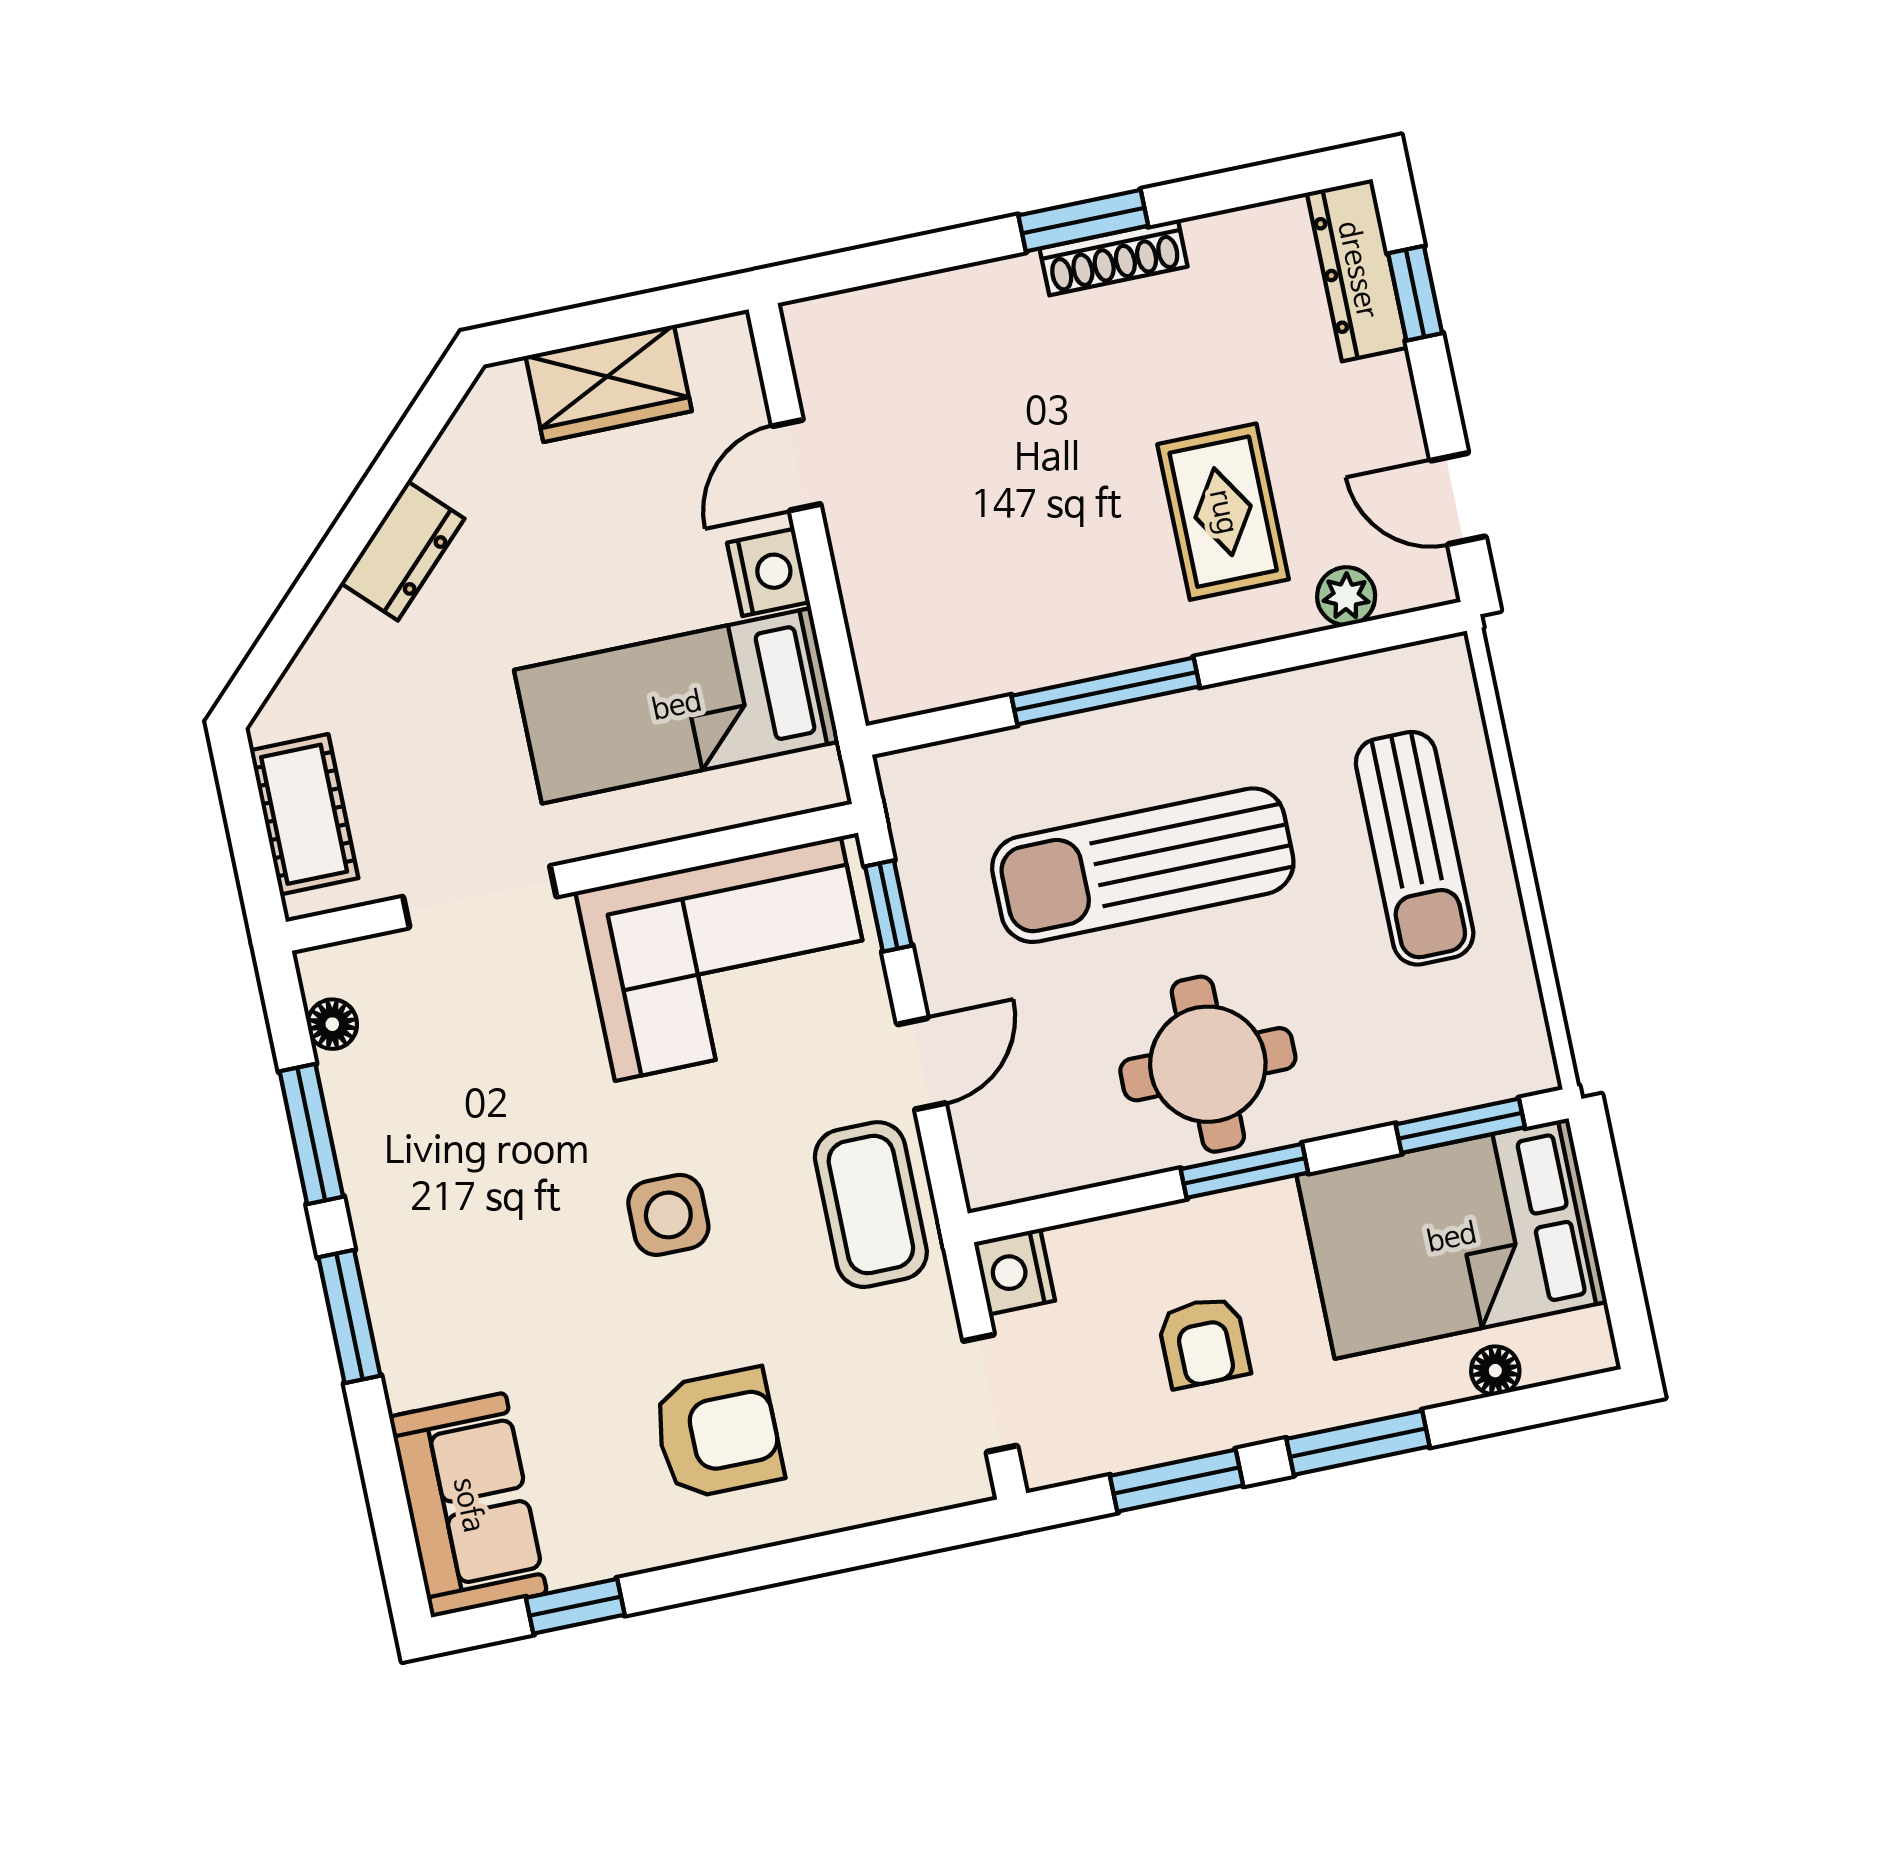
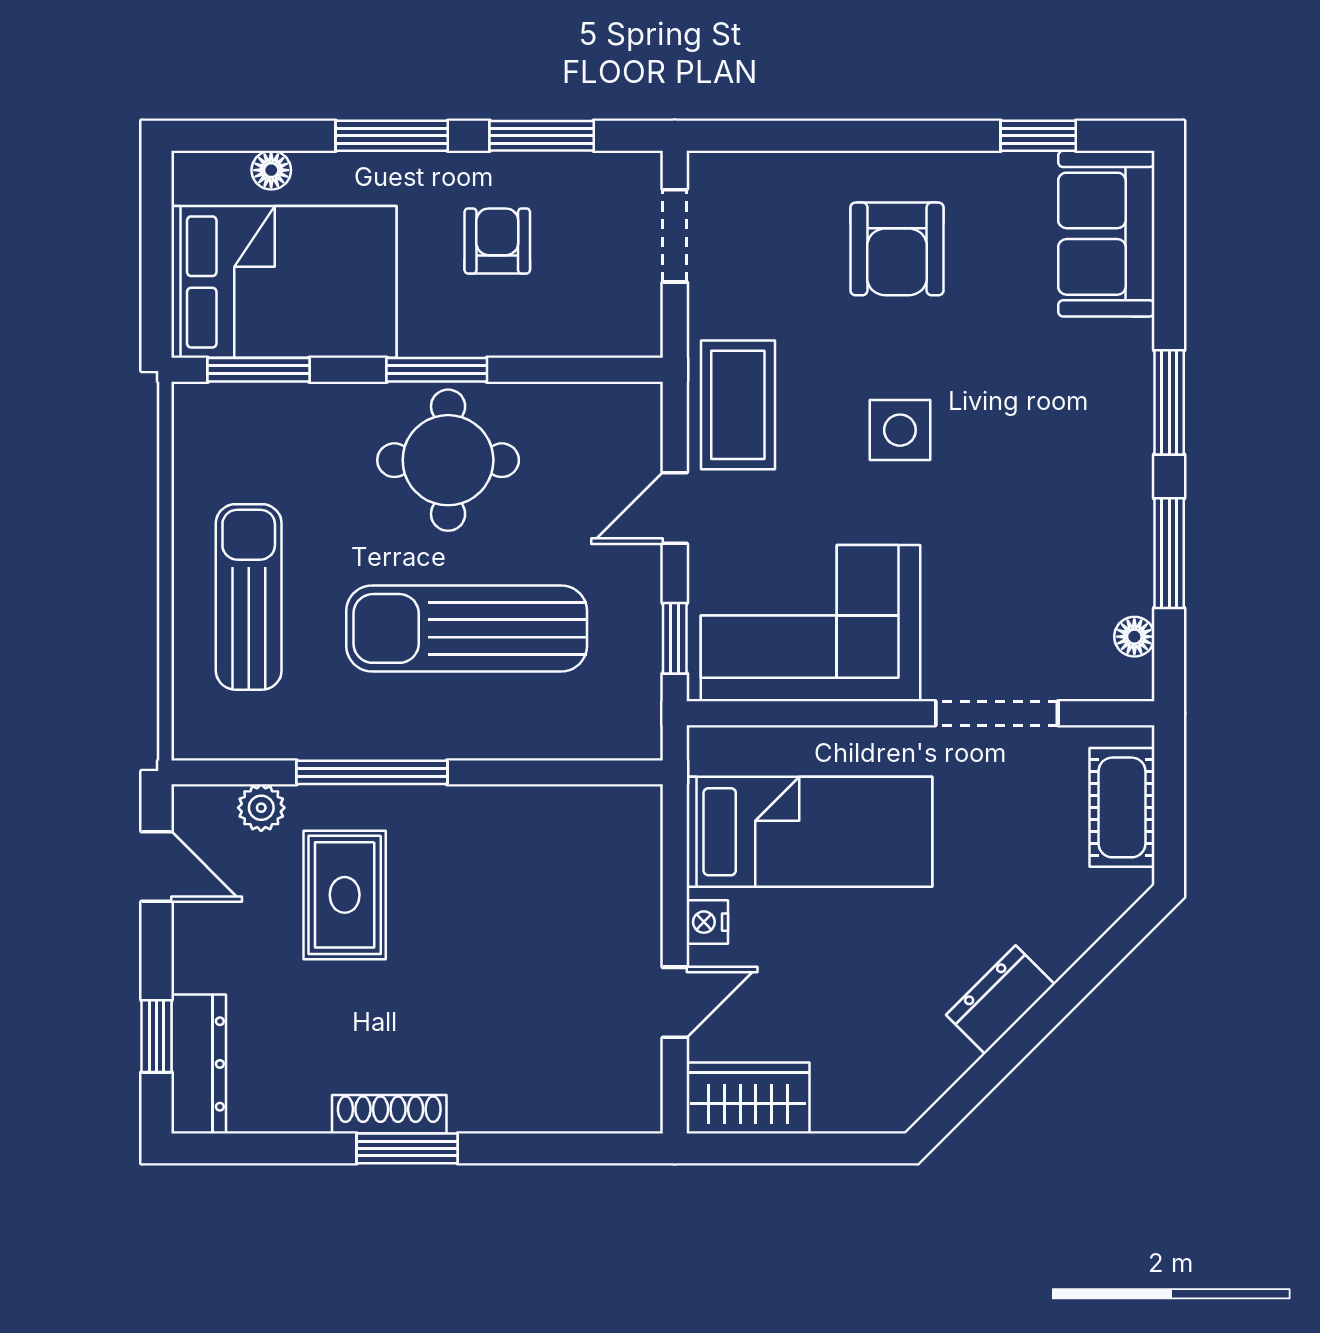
wardrobe: (609, 383) -> (748, 1098), moved
nightstand: (768, 572) -> (707, 922), width x0.72, depth x0.74
window: (1105, 691) -> (372, 772), moved
sun lounger: (1143, 865) -> (467, 628), turned 180
nightstand: (1014, 1272) -> (635, 328), removed
armchair: (718, 1434) -> (897, 249), turned -90

